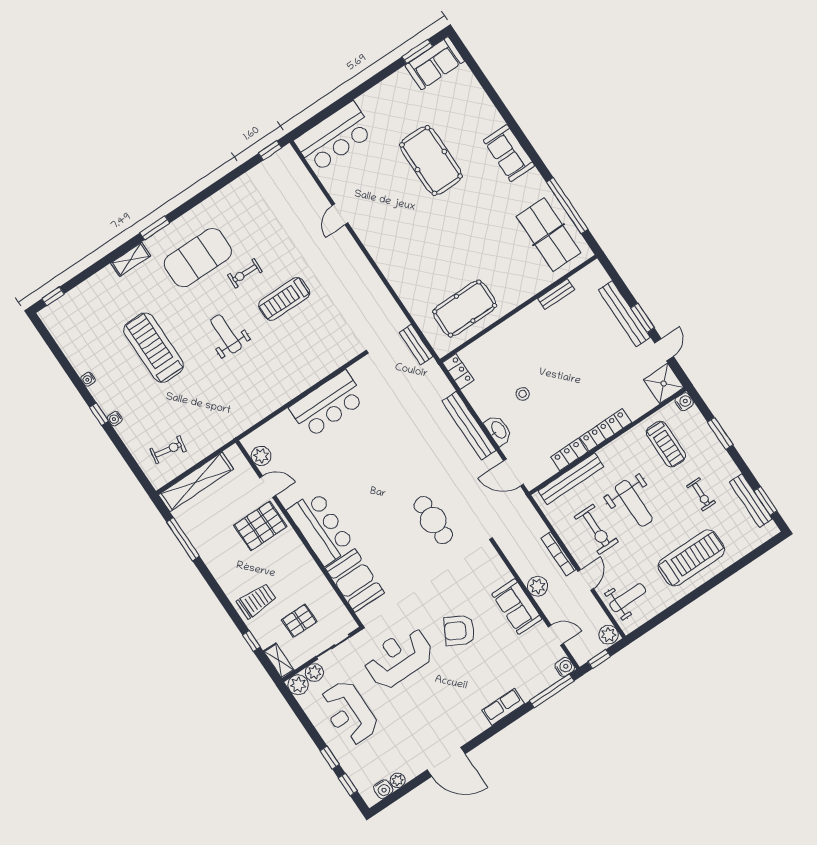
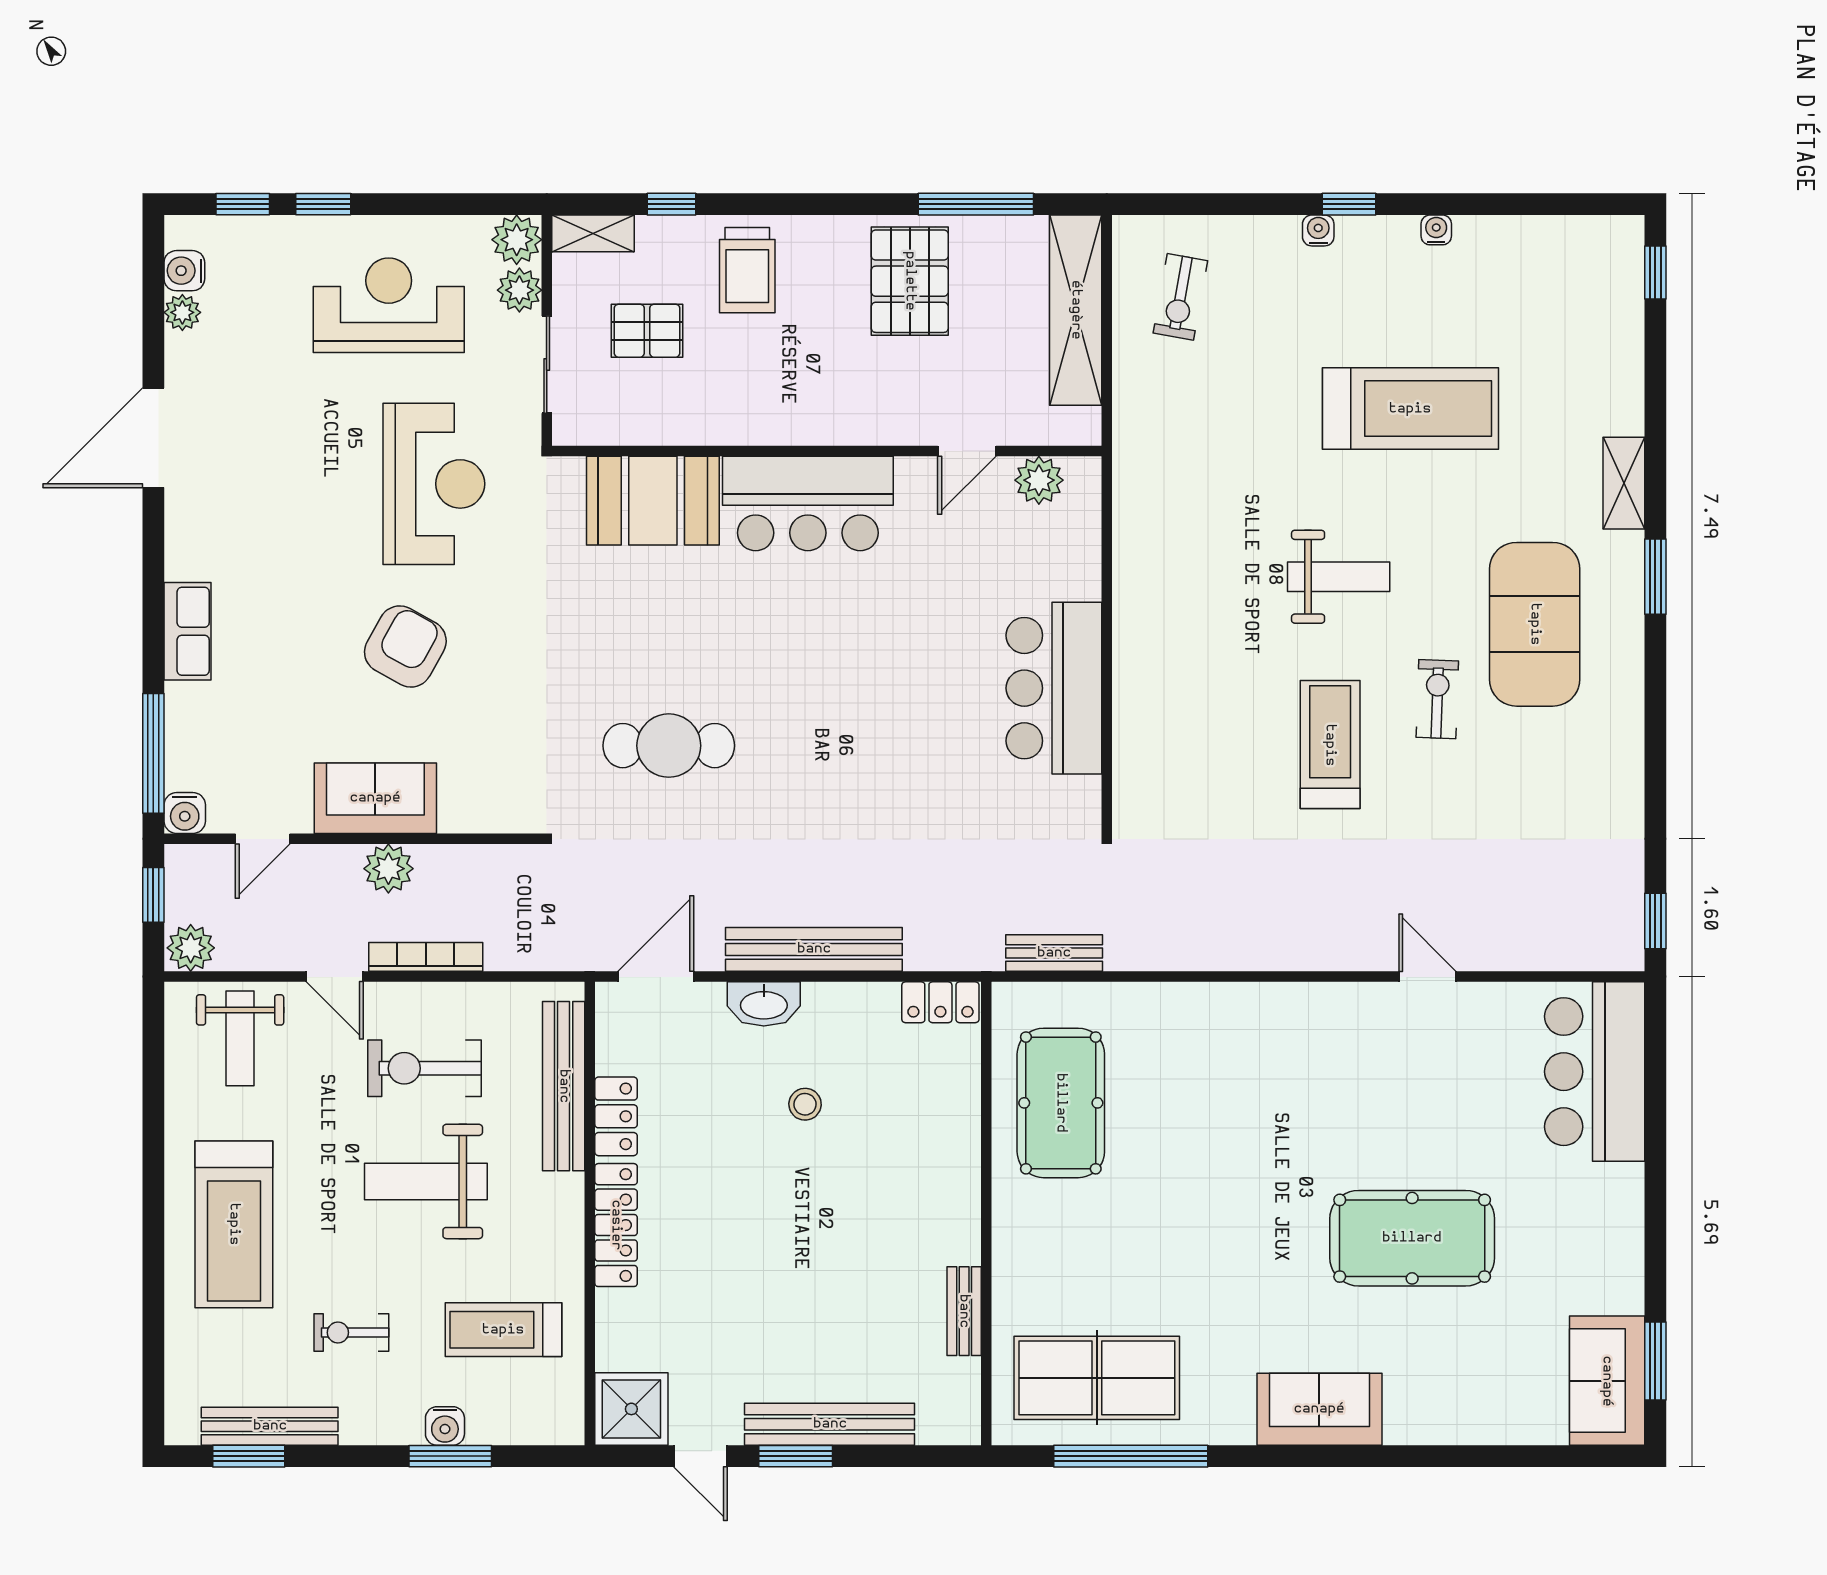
water cooler: (684, 402) -> (445, 1426), moved
pallet: (260, 526) -> (910, 281), moved
pallet: (299, 621) -> (647, 331), turned 90

